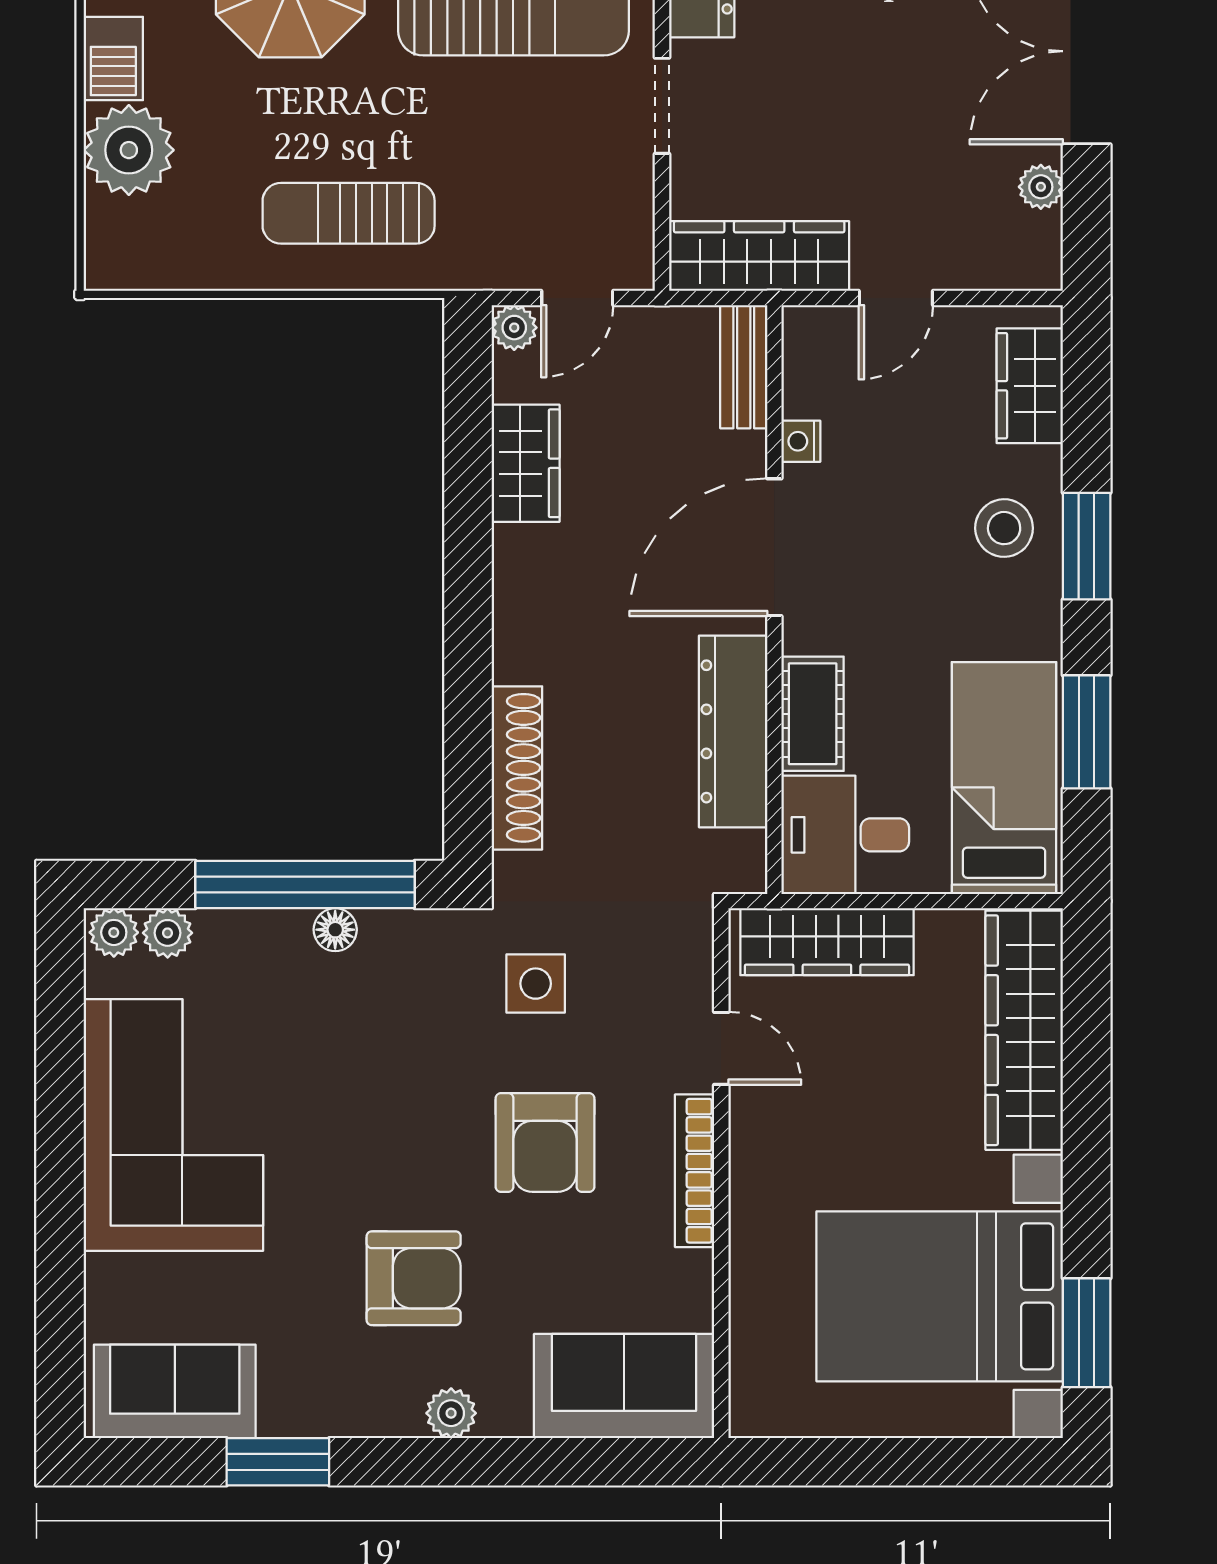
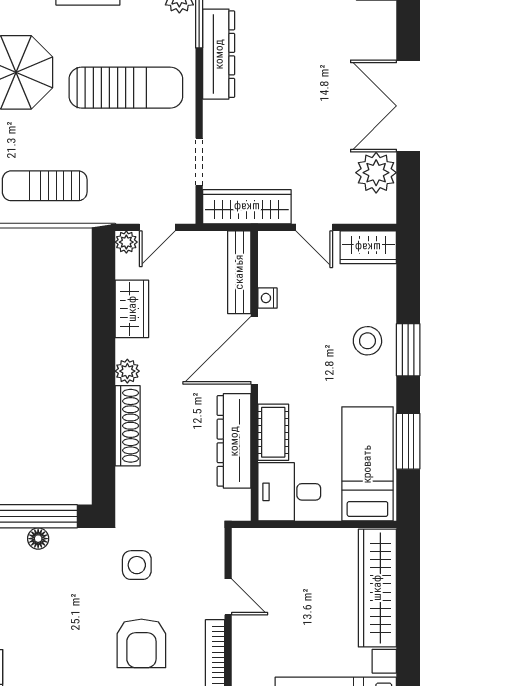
doorway: (662, 106) -> (199, 162), moved
plant: (1041, 187) -> (376, 173), width x1.87, depth x1.87
door: (896, 298) -> (314, 227), hinge flipped
bench: (744, 367) -> (239, 272), width x1.36
wardrobe: (1030, 386) -> (368, 247), moved, turned -90
plant: (516, 590) -> (127, 371), added
shoe rack: (517, 768) -> (128, 426), moved
wardrobe: (827, 942) -> (280, 544), removed

